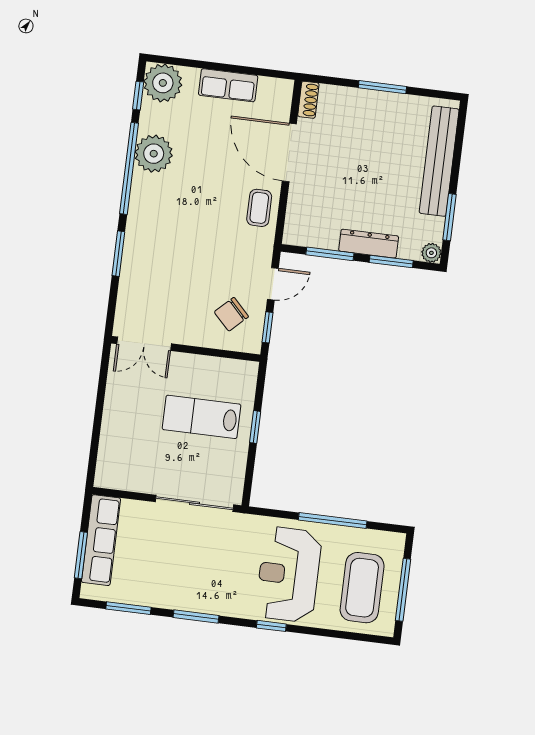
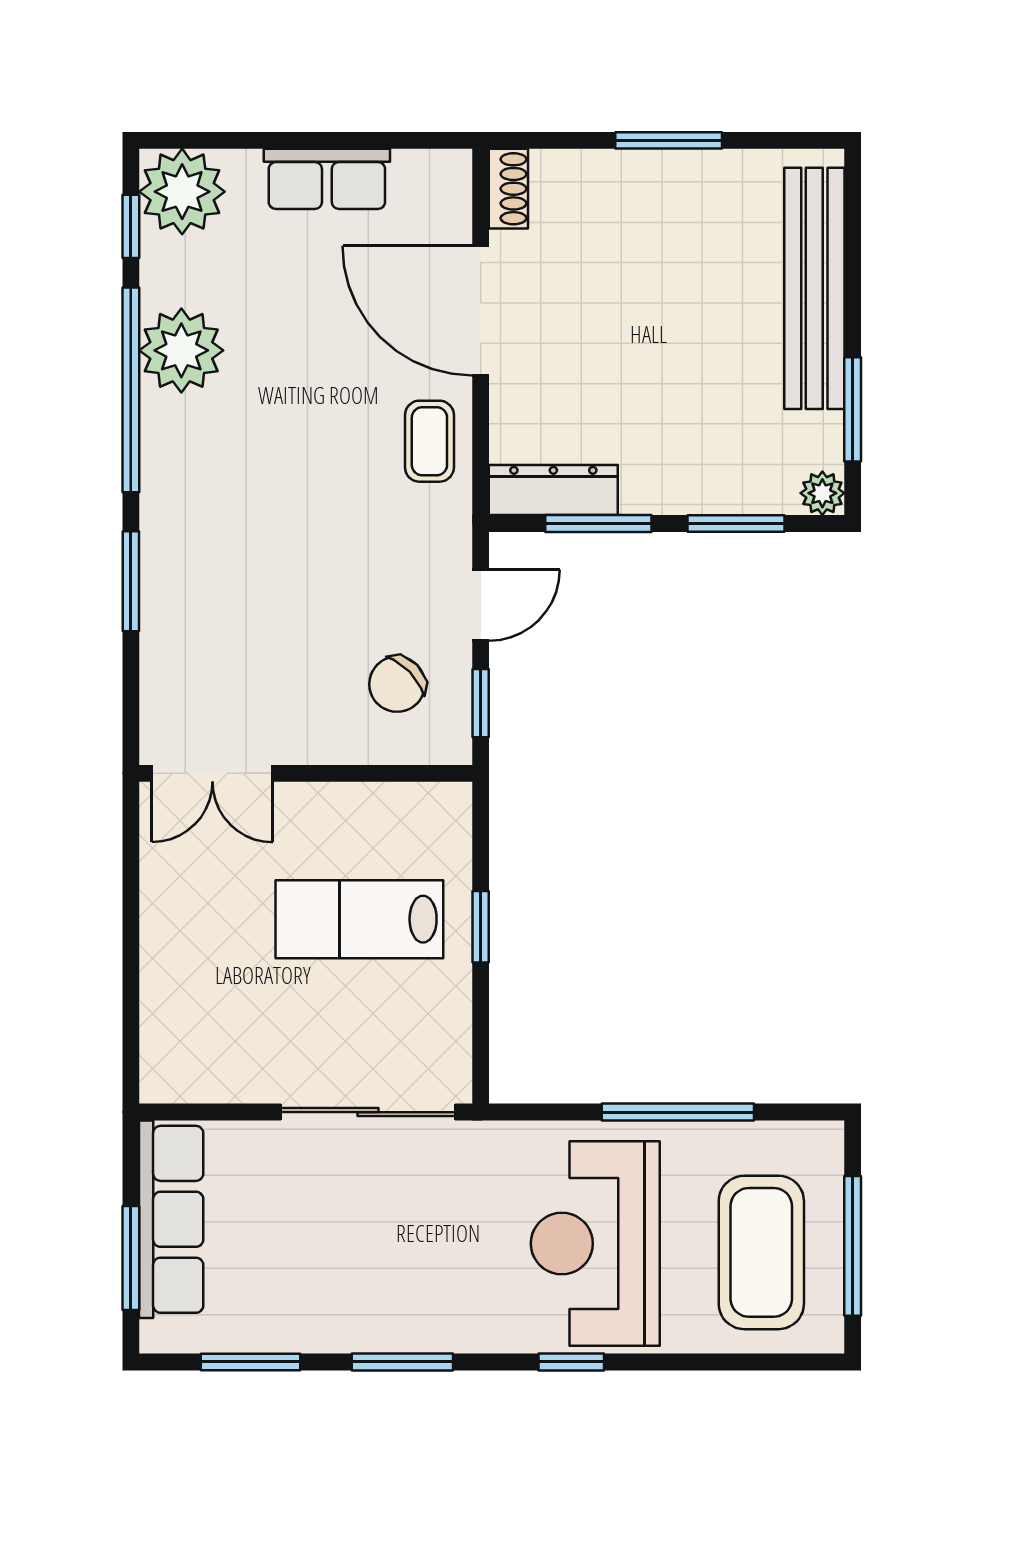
dresser: (369, 244) -> (553, 490), moved

